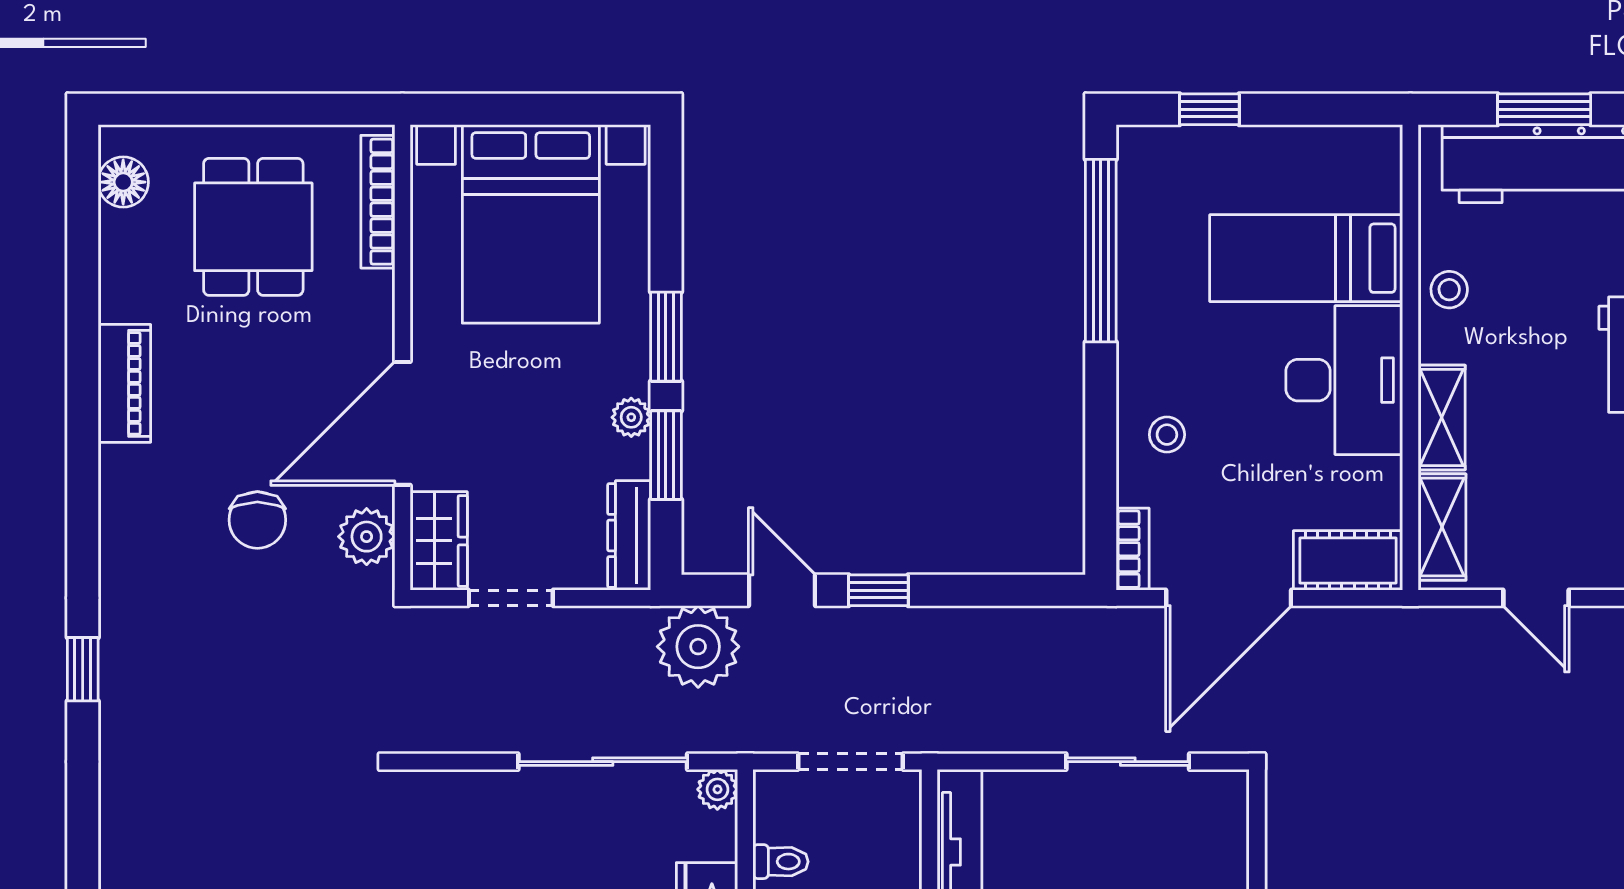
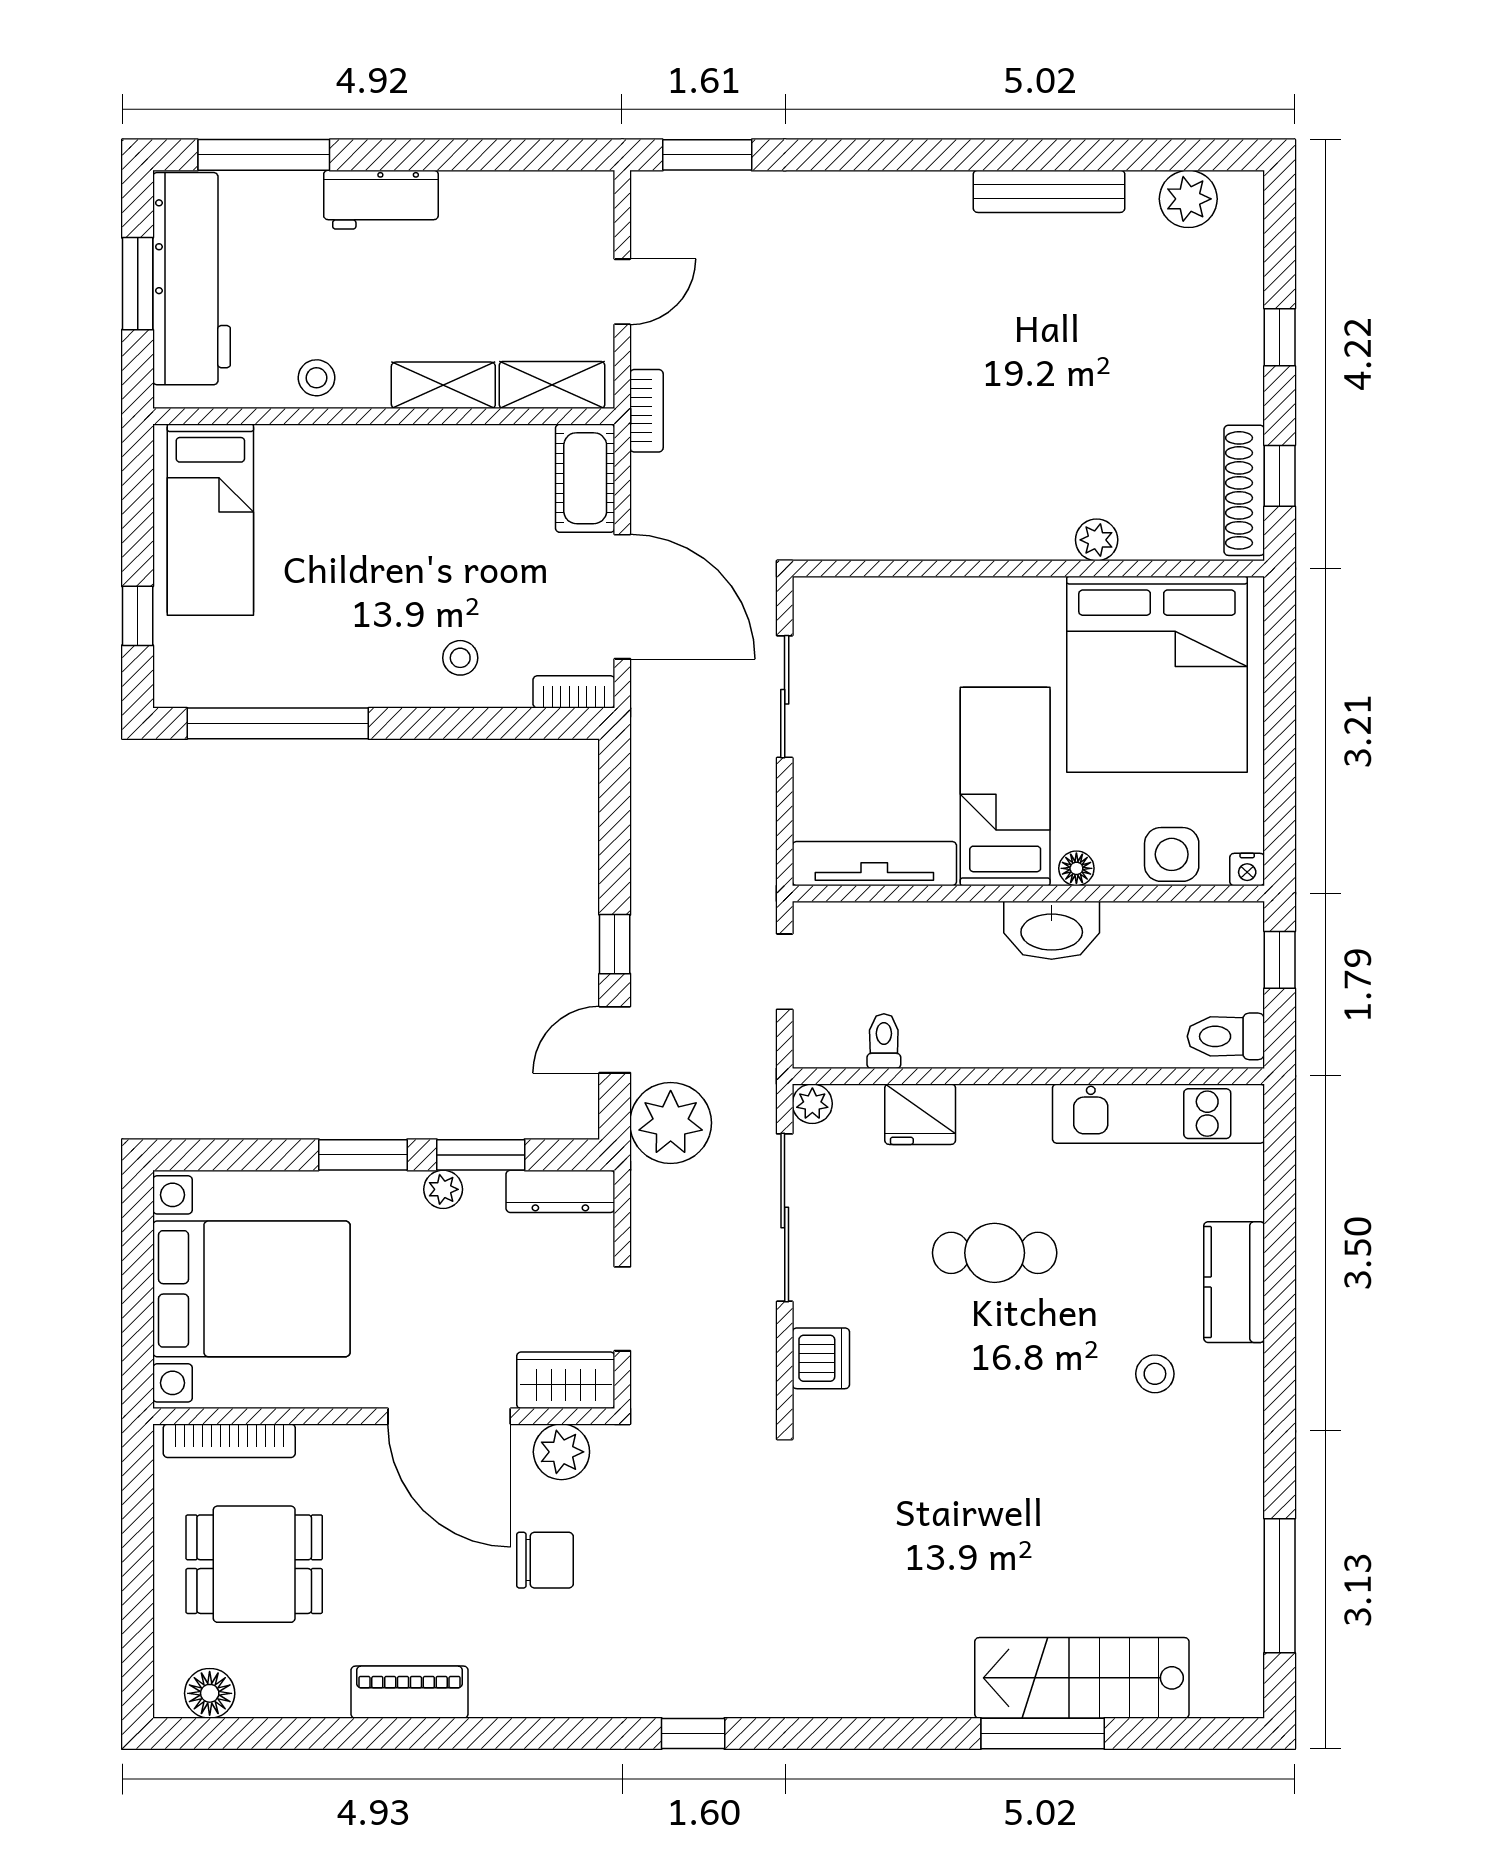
bed: (1306, 258) -> (210, 520), moved
desk: (1344, 380) -> (406, 482), removed
bookcase: (1416, 622) -> (646, 411), added
doorway: (851, 762) -> (785, 972), width x0.73
dishwasher: (461, 798) -> (821, 1358), added

